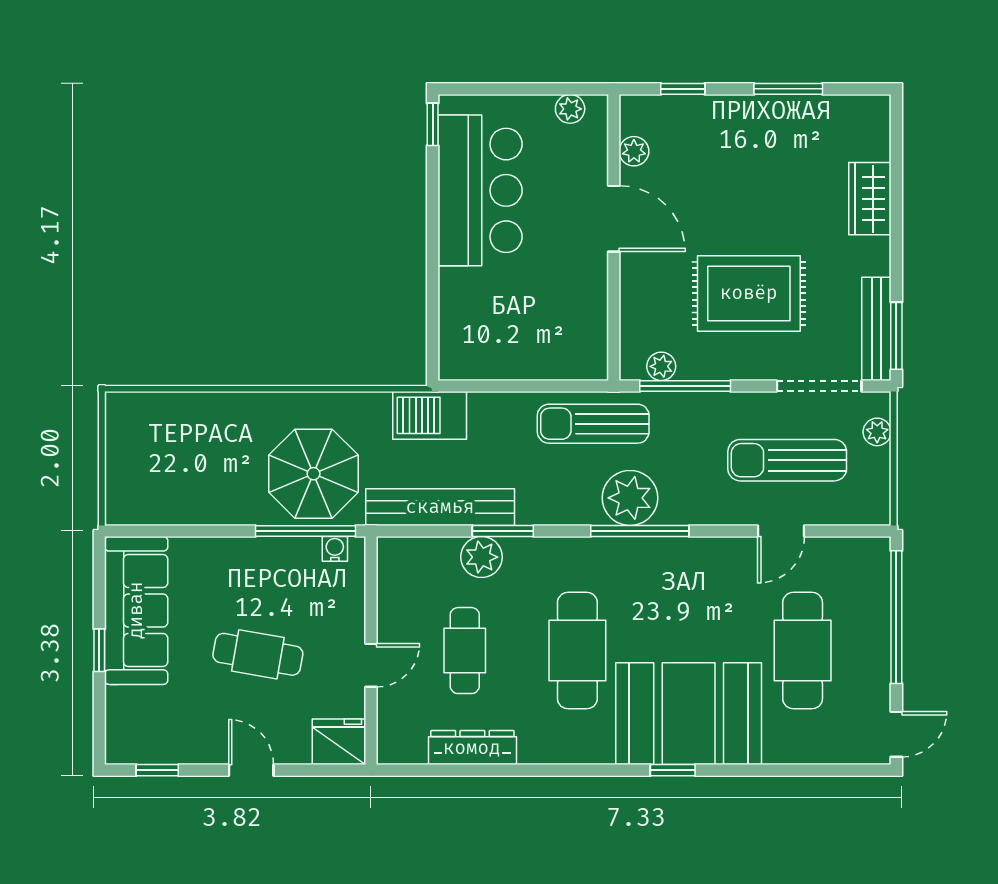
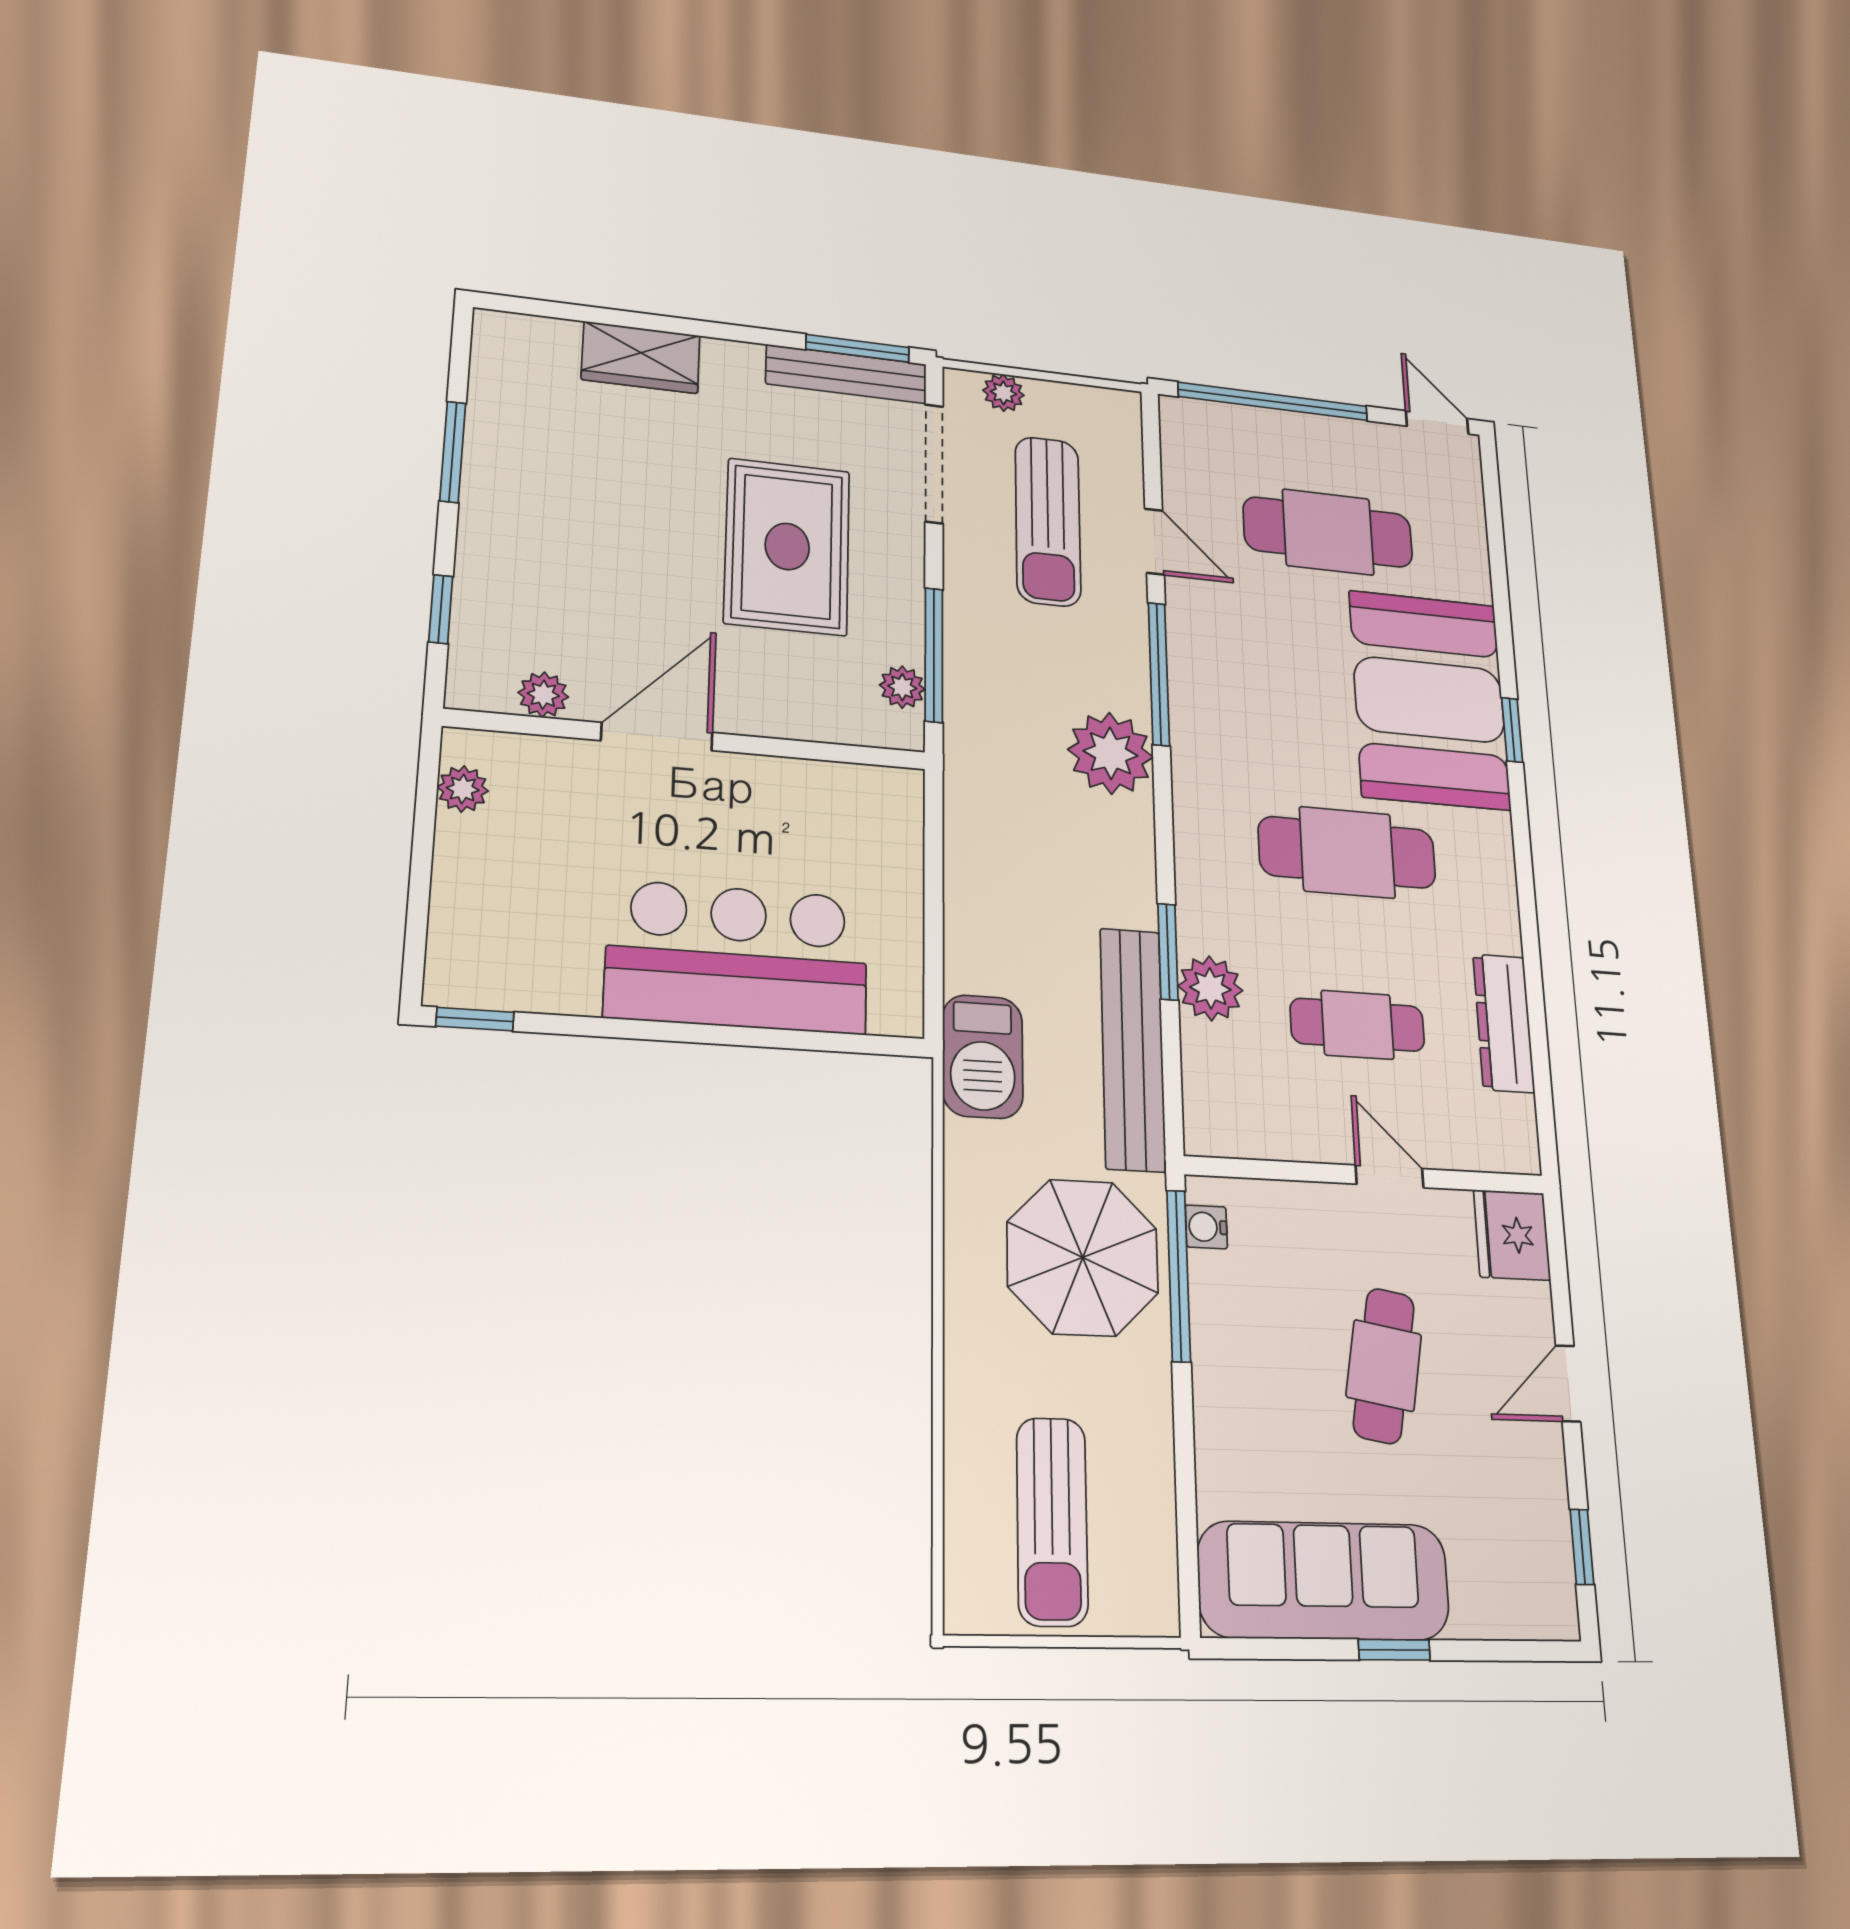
bar counter: (480, 190) -> (737, 957), moved
sun lounger: (593, 424) -> (1052, 1521), moved
window: (640, 531) -> (1159, 674), moved

